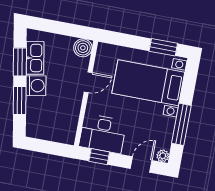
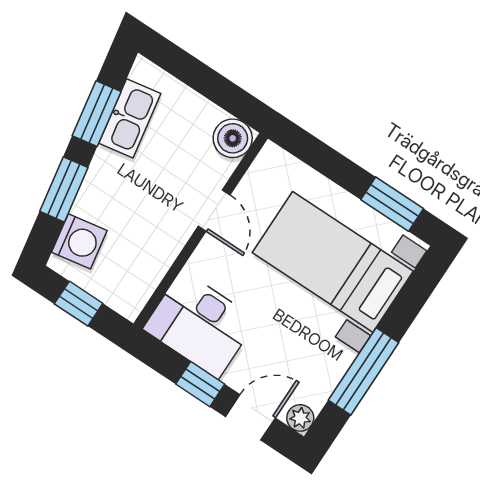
door: (88, 82) -> (214, 211), hinge flipped
washing machine: (36, 86) -> (79, 241), moved
window: (47, 147) -> (79, 304), added
window: (99, 157) -> (200, 384), moved

